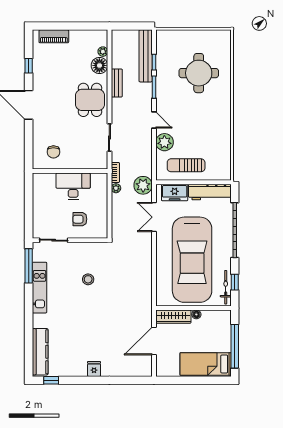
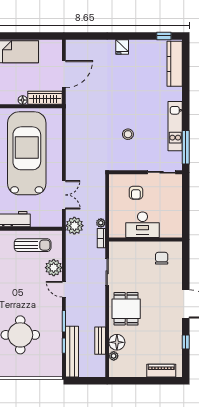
bench: (117, 83) -> (100, 341), moved
freezer: (175, 192) -> (44, 219), removed
armchair: (80, 219) -> (136, 193), turned 90

